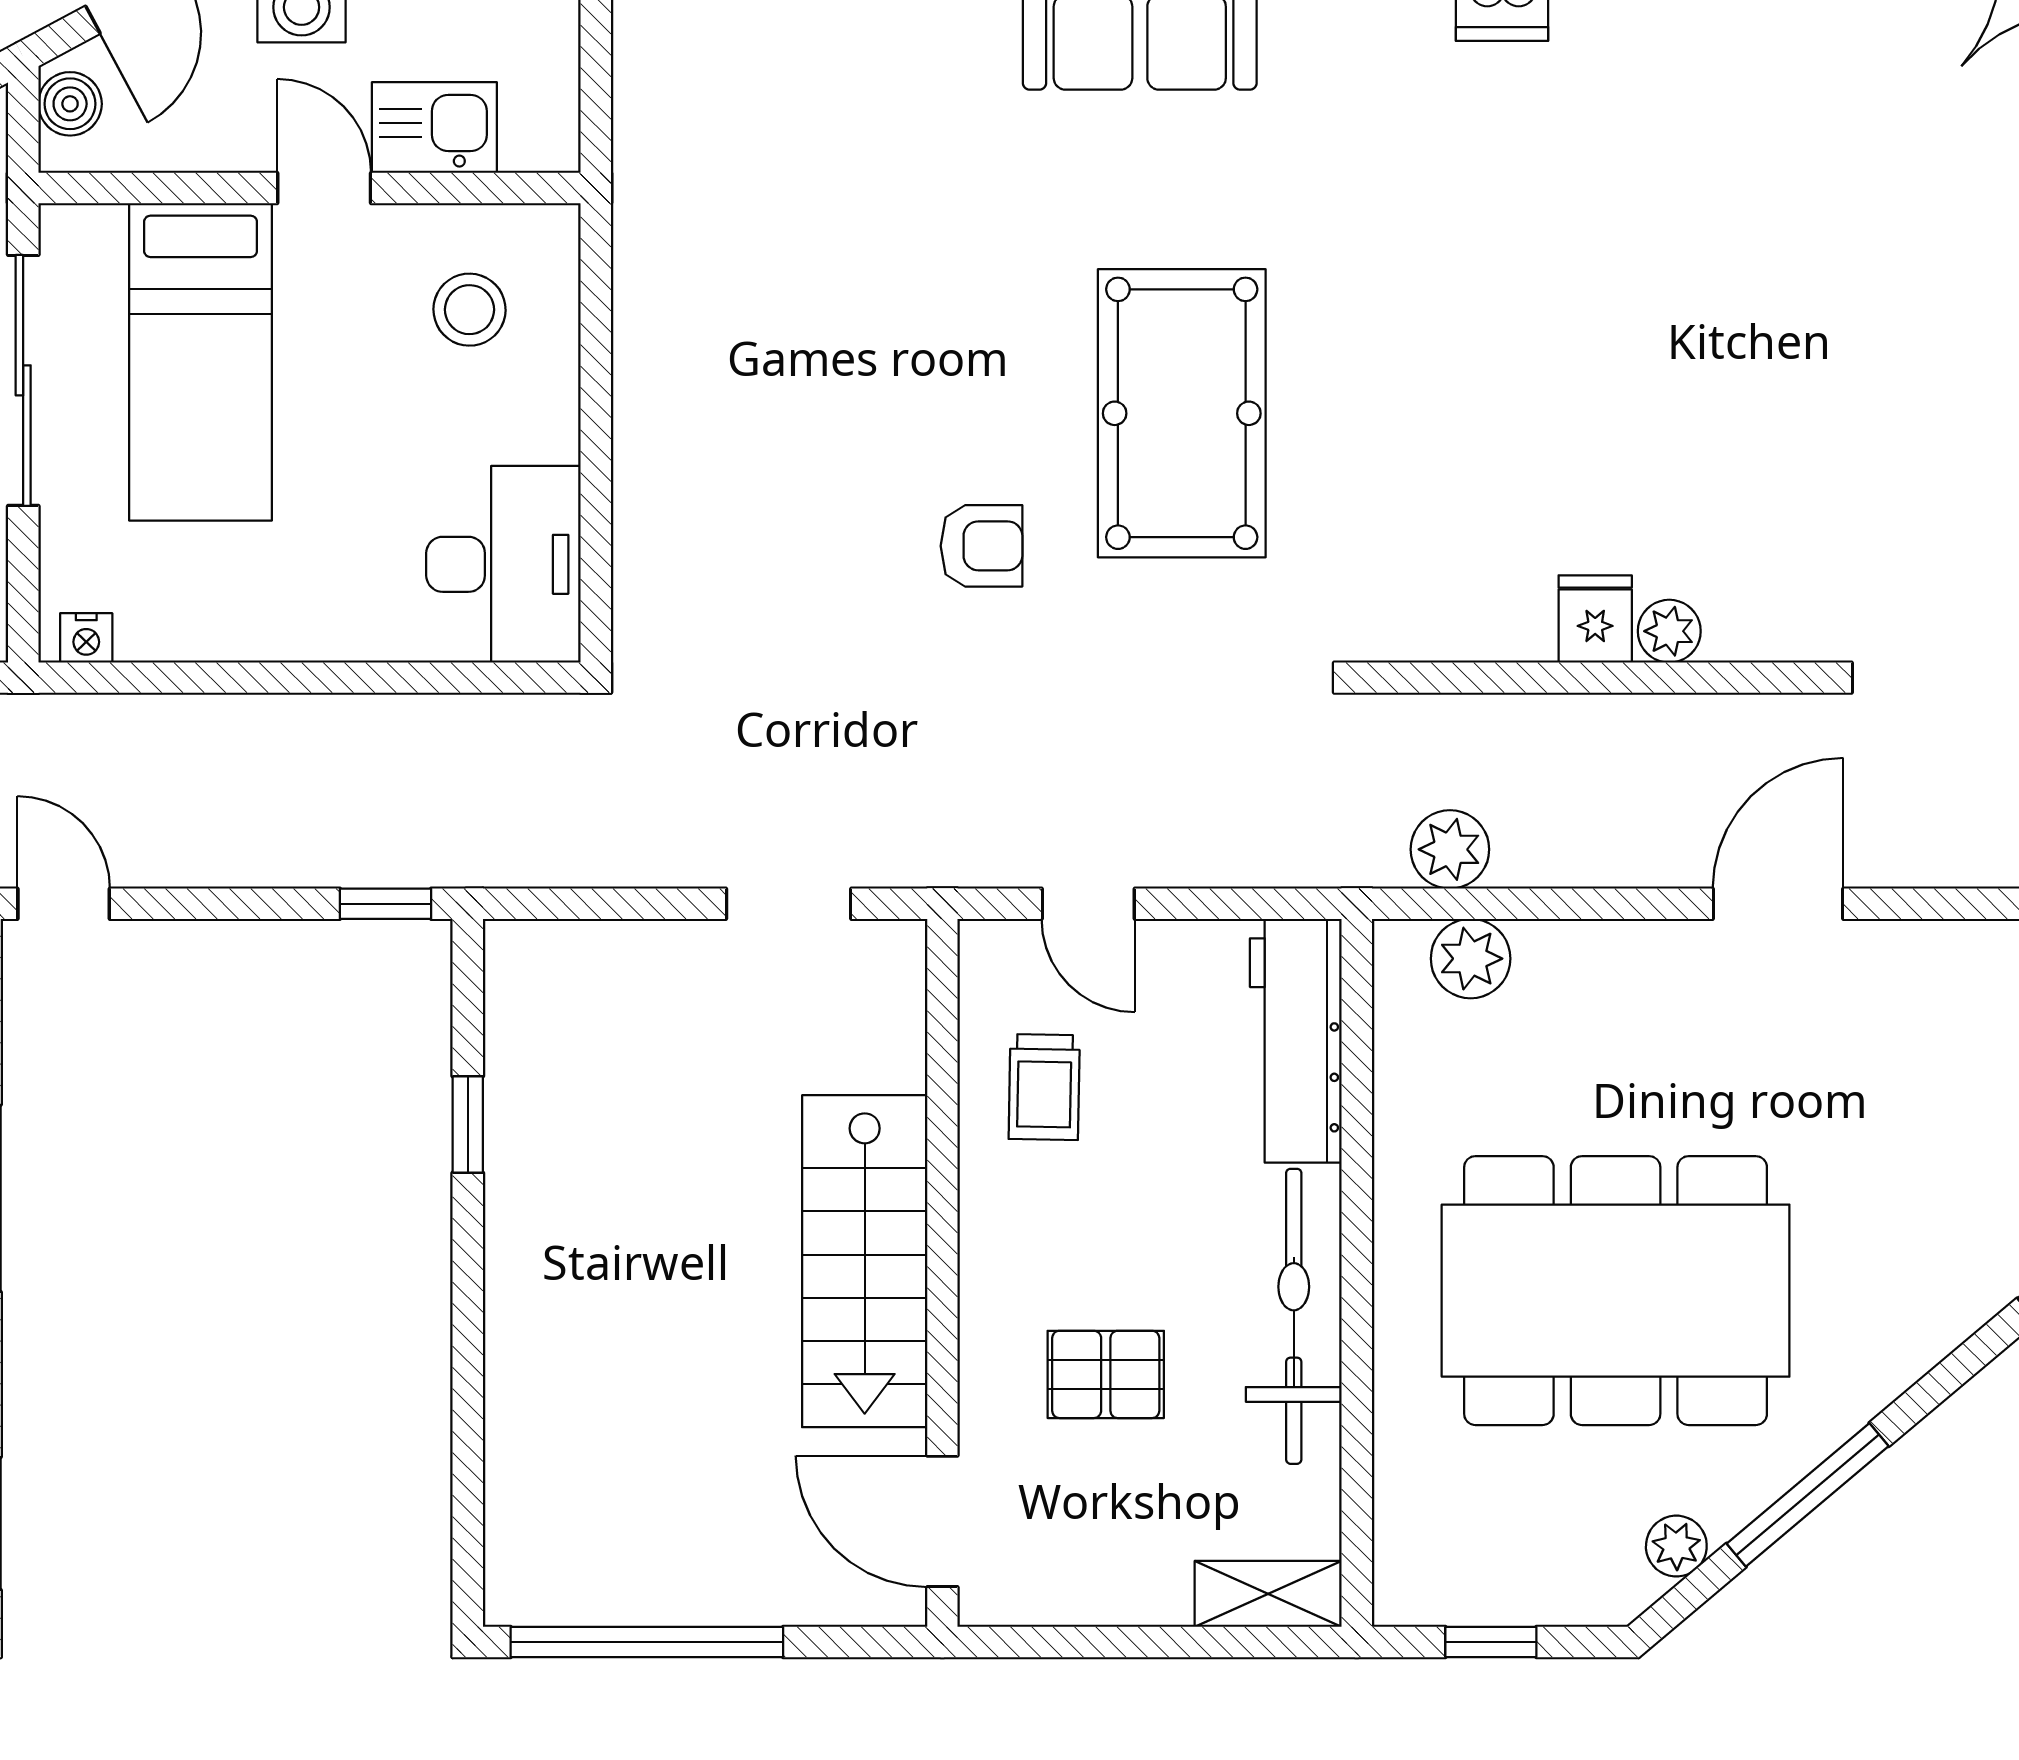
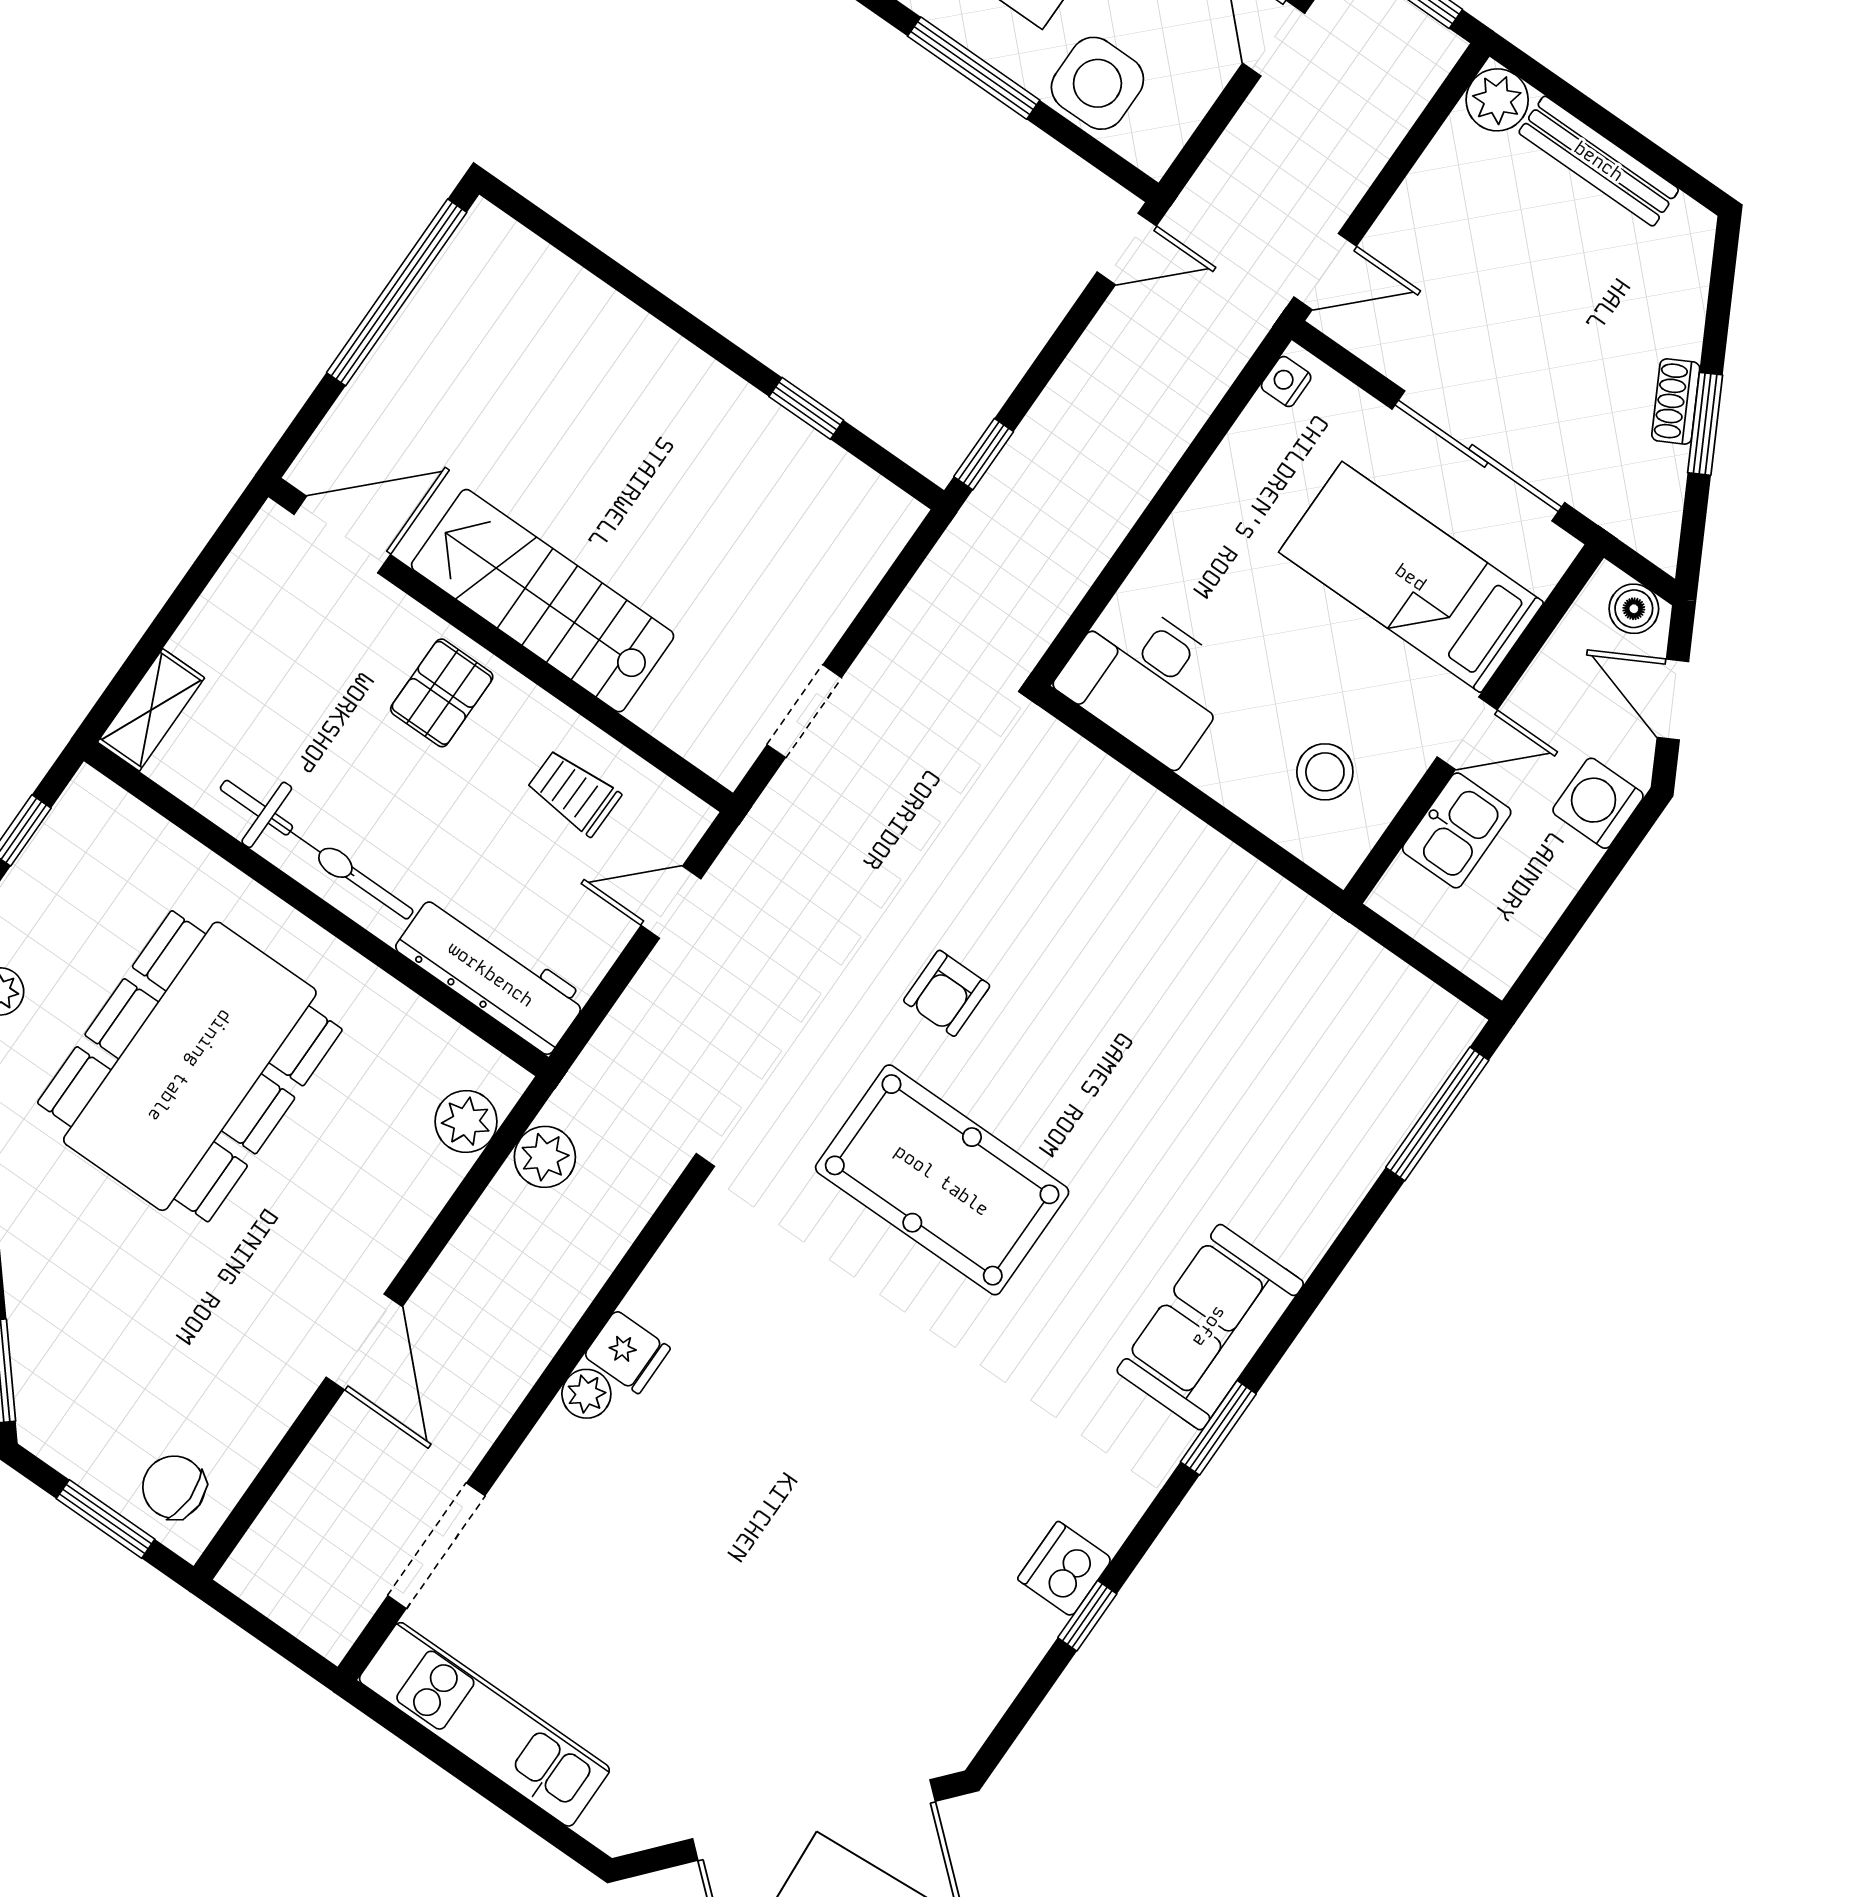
pallet: (1106, 1374) -> (442, 693), moved

